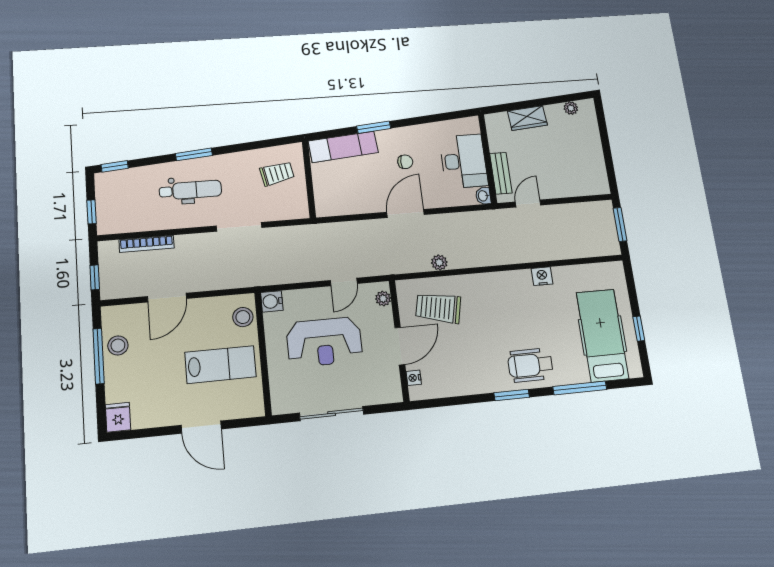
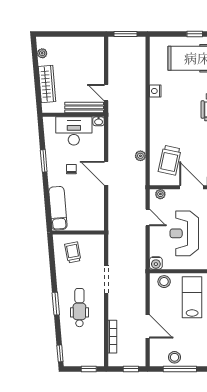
wardrobe: (527, 118) -> (47, 84), width x1.50
window: (374, 127) -> (44, 161), moved
bench: (501, 173) -> (84, 107), width x1.36
reception desk: (324, 342) -> (184, 233), turned 180

